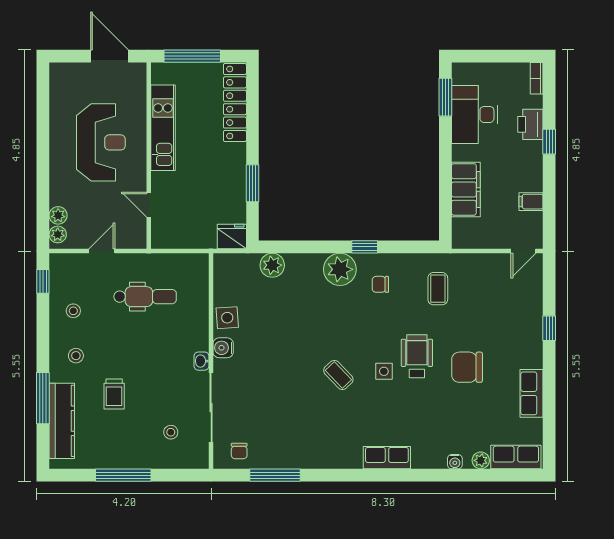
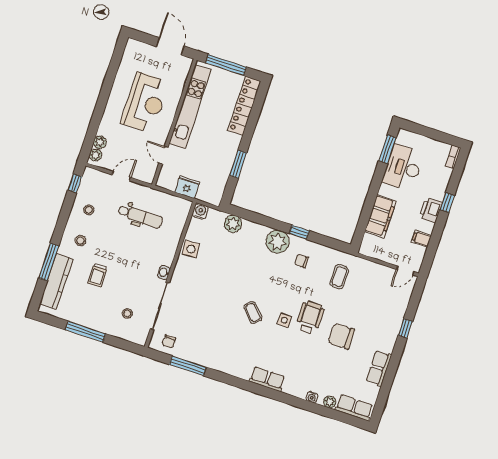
printer: (530, 124) -> (431, 210), moved
kitchen unit: (163, 128) -> (190, 107), width x1.36
fridge: (232, 237) -> (187, 187), moved
water cooler: (223, 348) -> (200, 211), moved, turned 90

